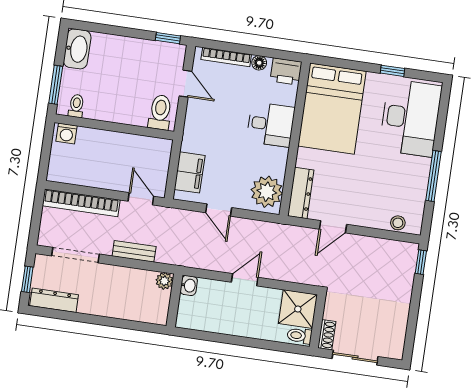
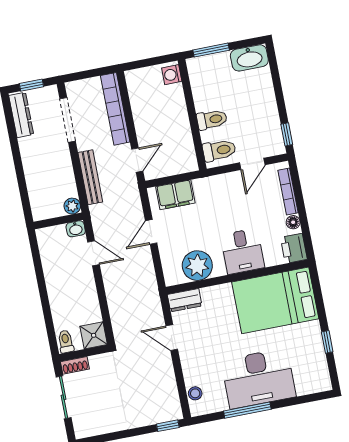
toilet: (76, 106) -> (212, 120), moved, width x1.37, depth x1.39
desk: (410, 118) -> (259, 378), moved
plant: (267, 192) -> (197, 266), moved
dresser: (301, 193) -> (185, 300), width x0.70
bench: (134, 251) -> (90, 177), width x1.36
door: (245, 280) -> (94, 253), moved
shower: (298, 309) -> (94, 335), width x0.73, depth x0.73

